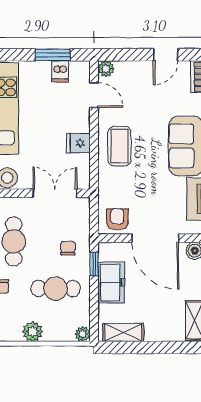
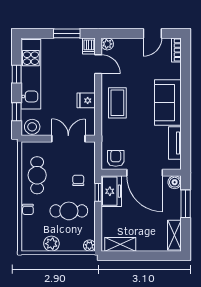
dishwasher: (60, 71) -> (89, 46), moved
freezer: (111, 282) -> (111, 191), moved

